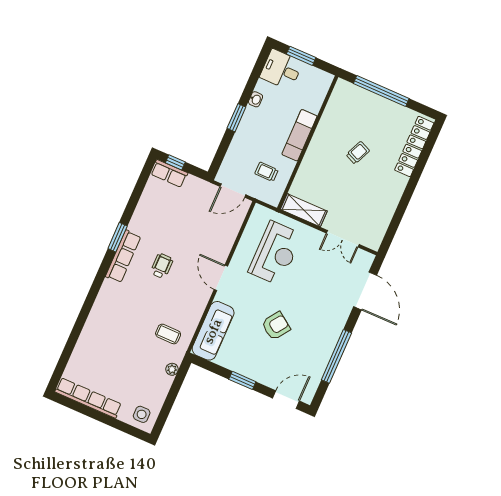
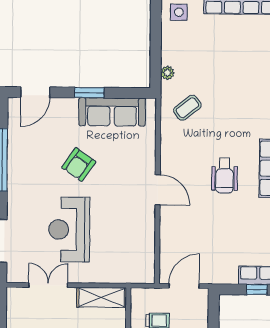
reception desk: (275, 253) -> (69, 229), moved
wheelchair: (162, 266) -> (225, 176), width x1.36, depth x1.37
sofa: (213, 331) -> (112, 112), moved, turned -90
coffee table: (168, 334) -> (187, 108), turned -38

